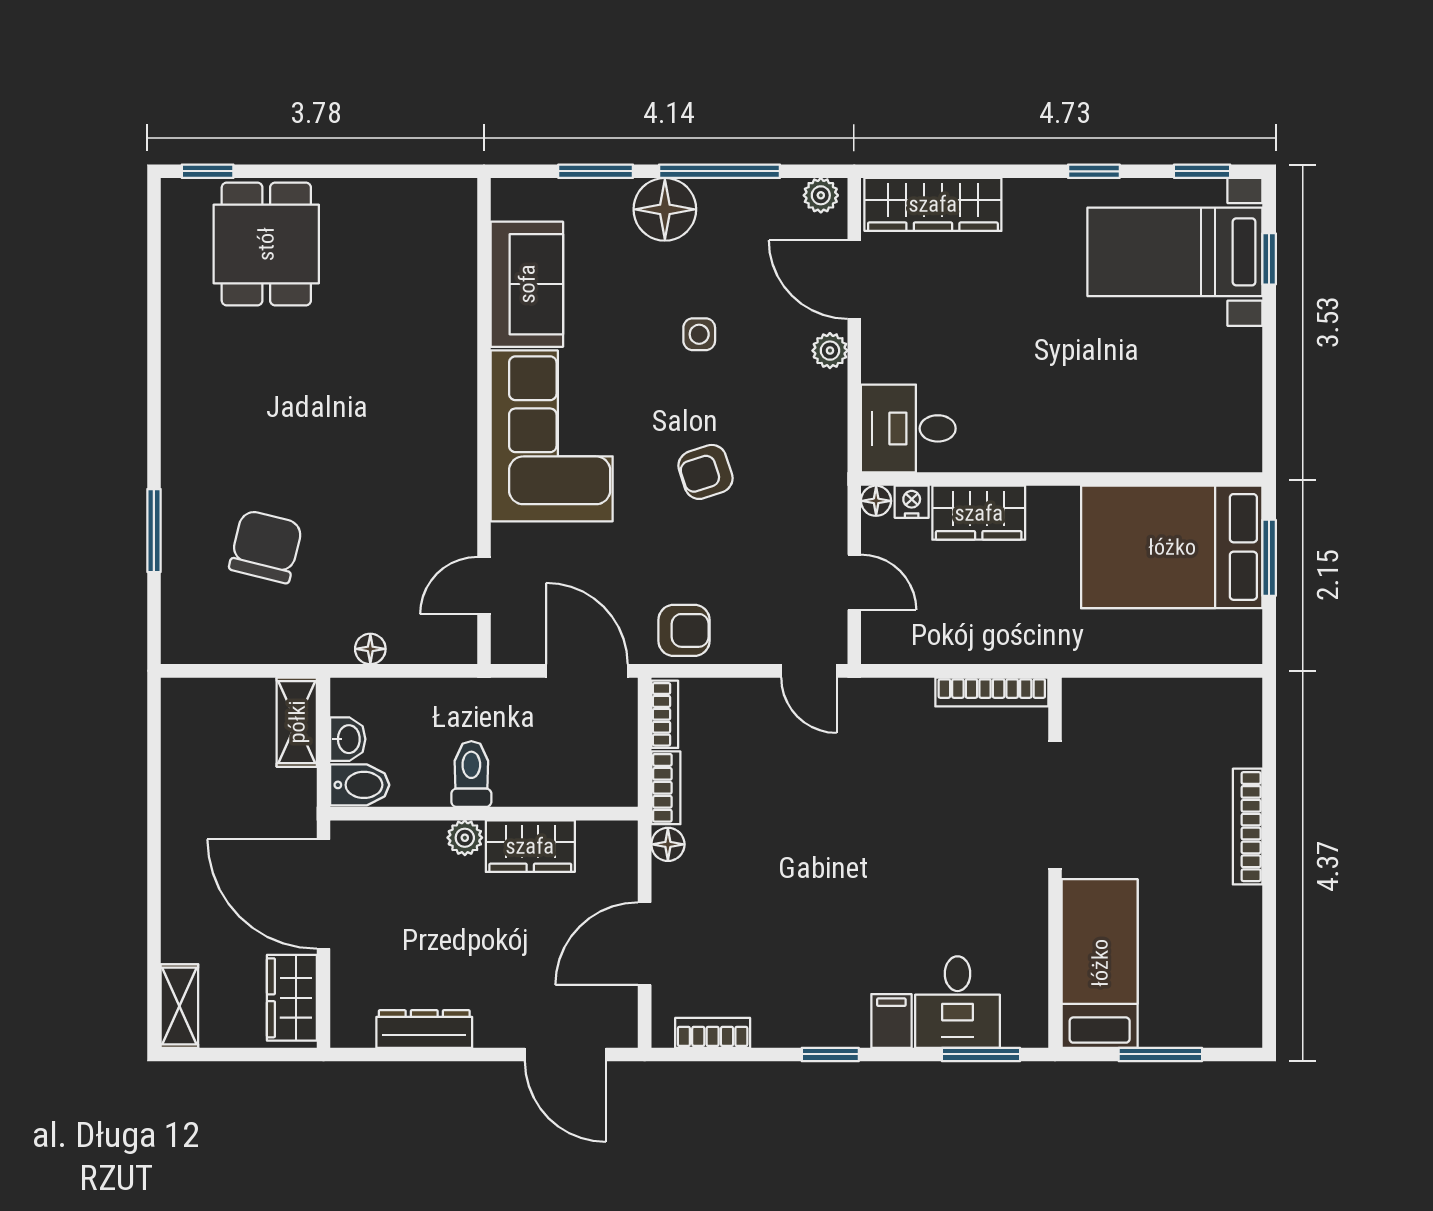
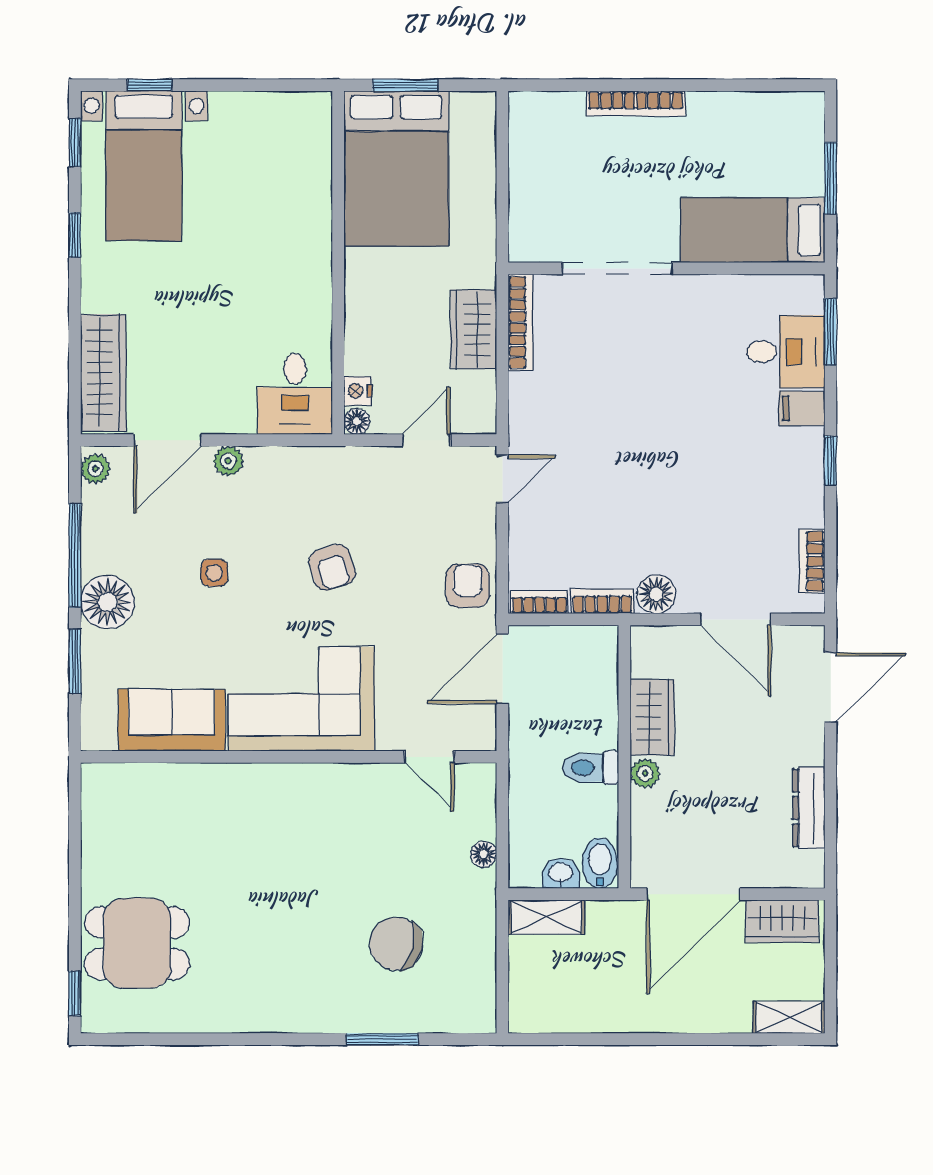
wardrobe: (979, 513) -> (474, 329), moved, turned 180
floor lamp: (668, 844) -> (656, 594), width x1.37, depth x1.37

